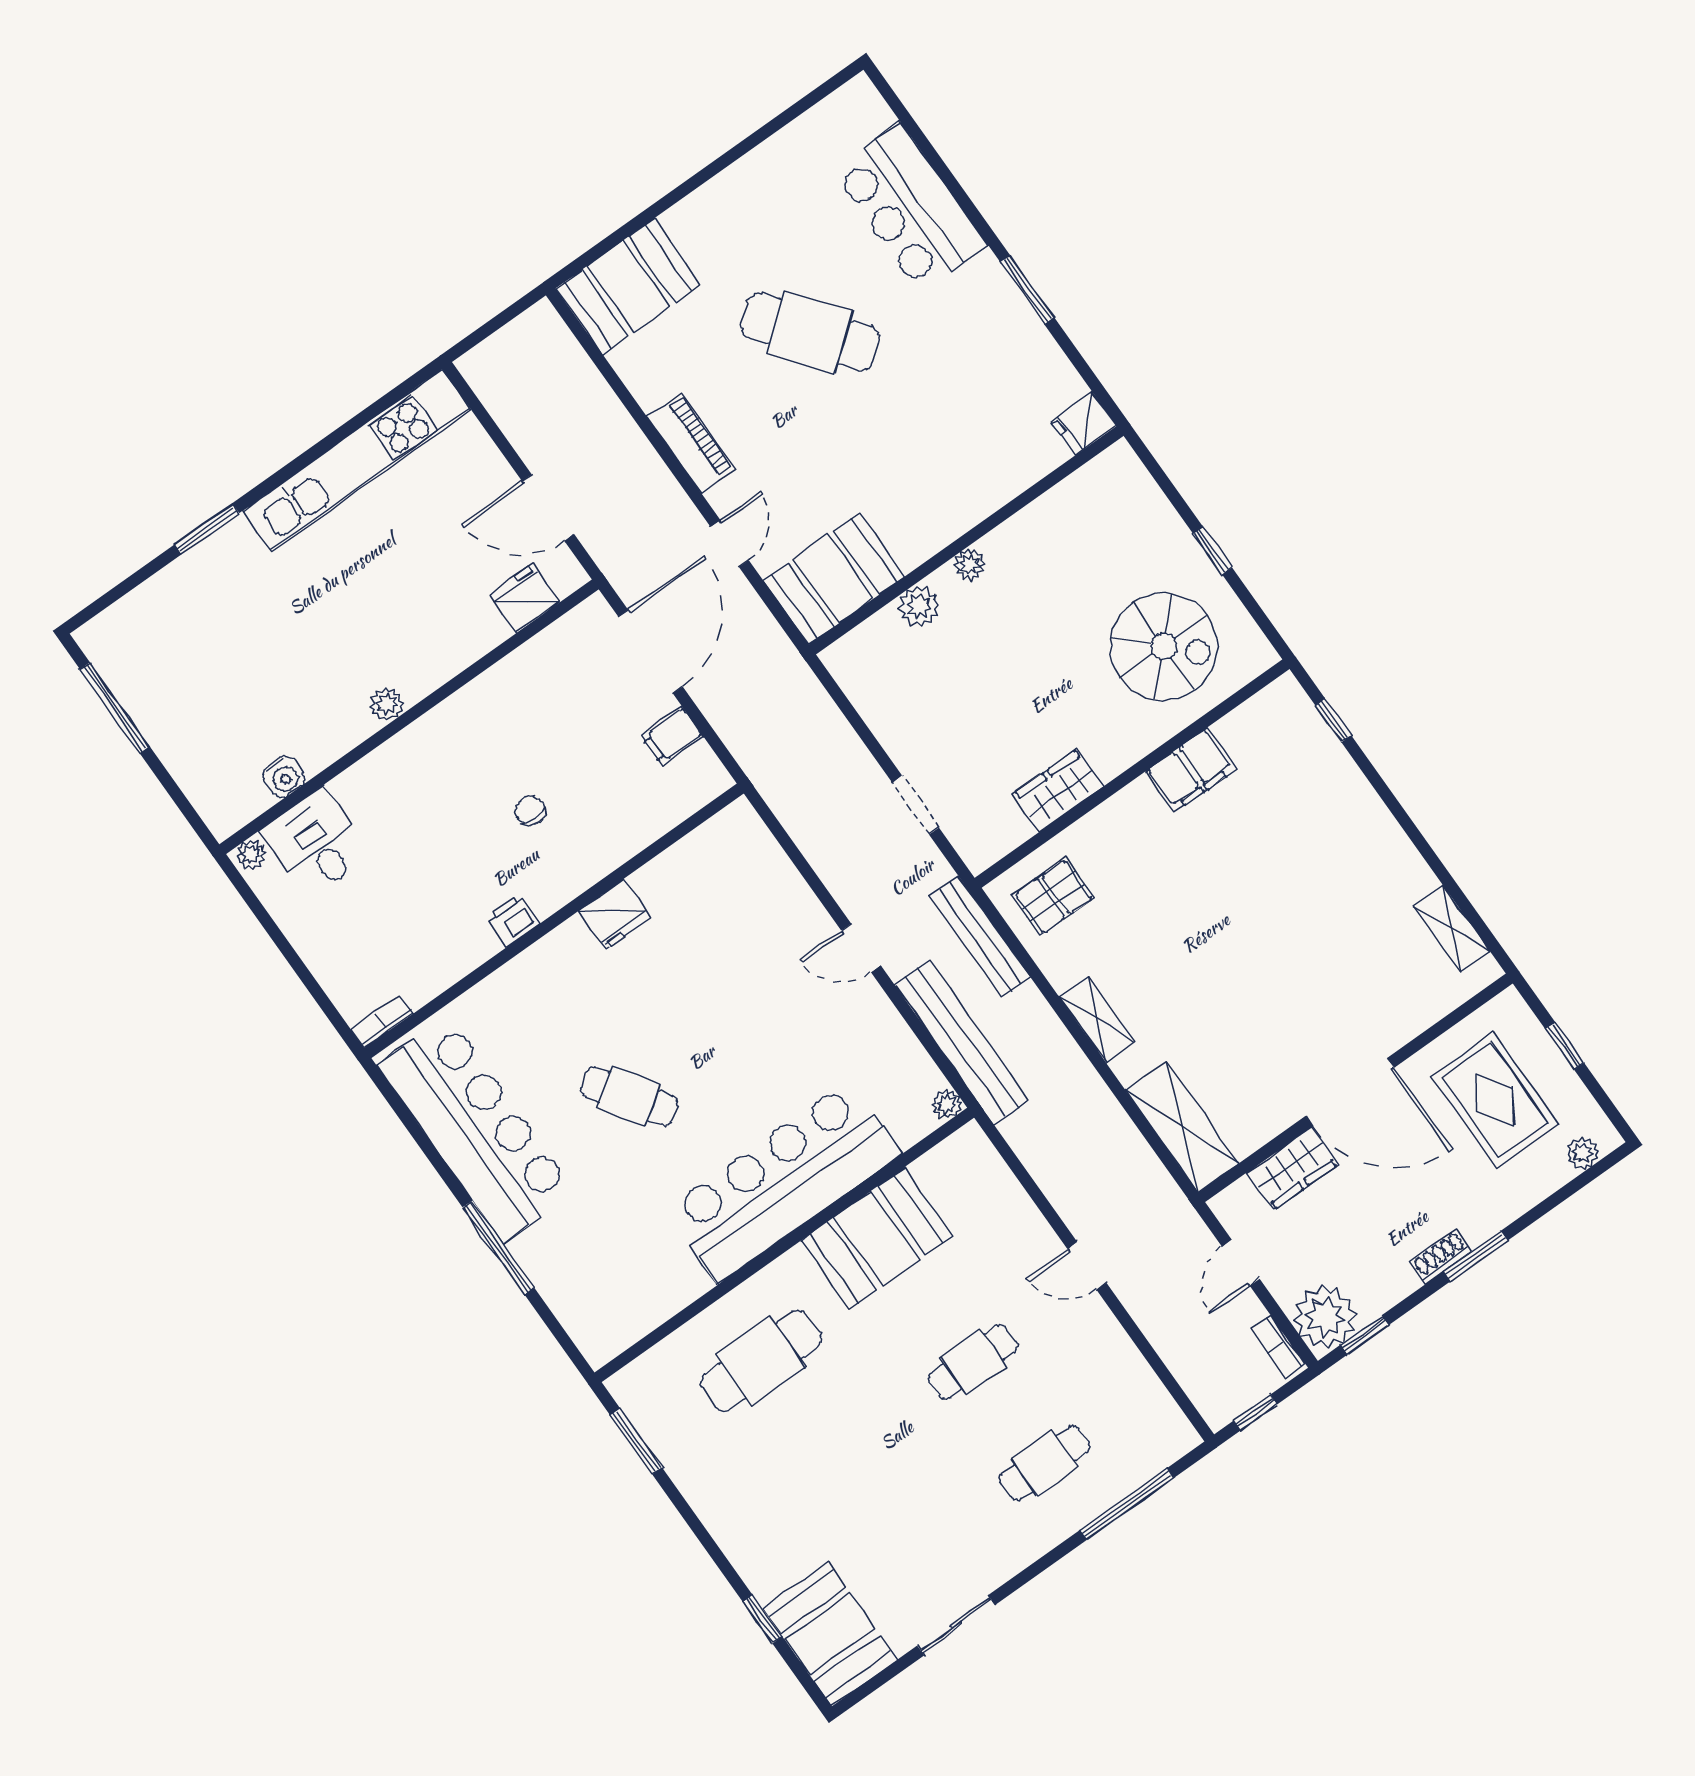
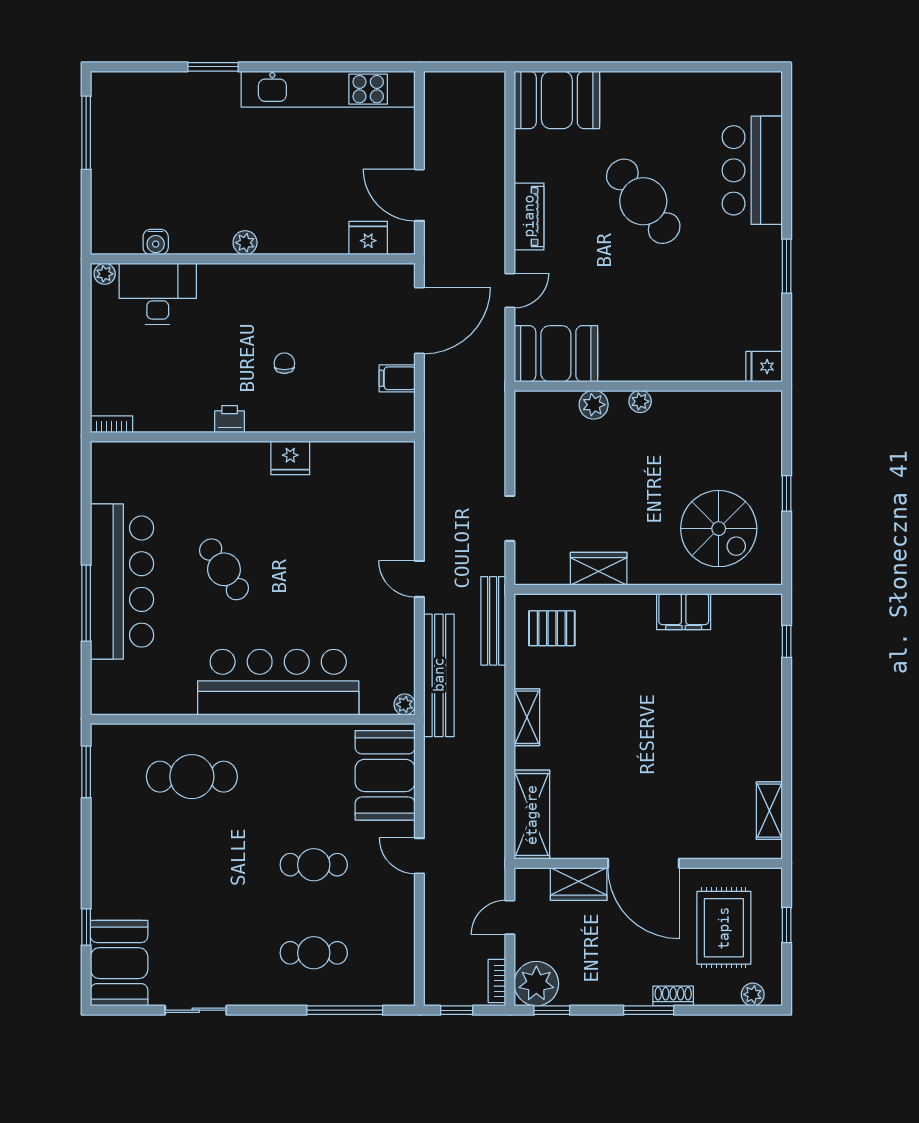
desk: (316, 843) -> (158, 294), width x1.37
bar counter: (476, 1129) -> (122, 582), moved
booth: (877, 1238) -> (385, 775), moved, turned 90
shoe rack: (1441, 1256) -> (673, 996), moved

